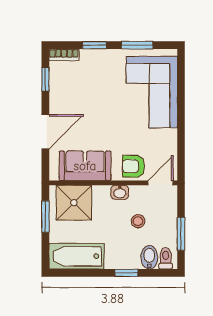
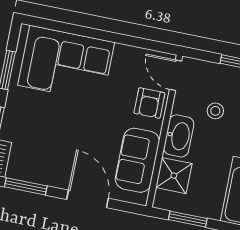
window: (45, 79) -> (26, 186), width x1.50
washbasin: (120, 192) -> (179, 136), width x1.91, depth x1.45
shower: (74, 203) -> (174, 176), width x0.73, depth x0.73

